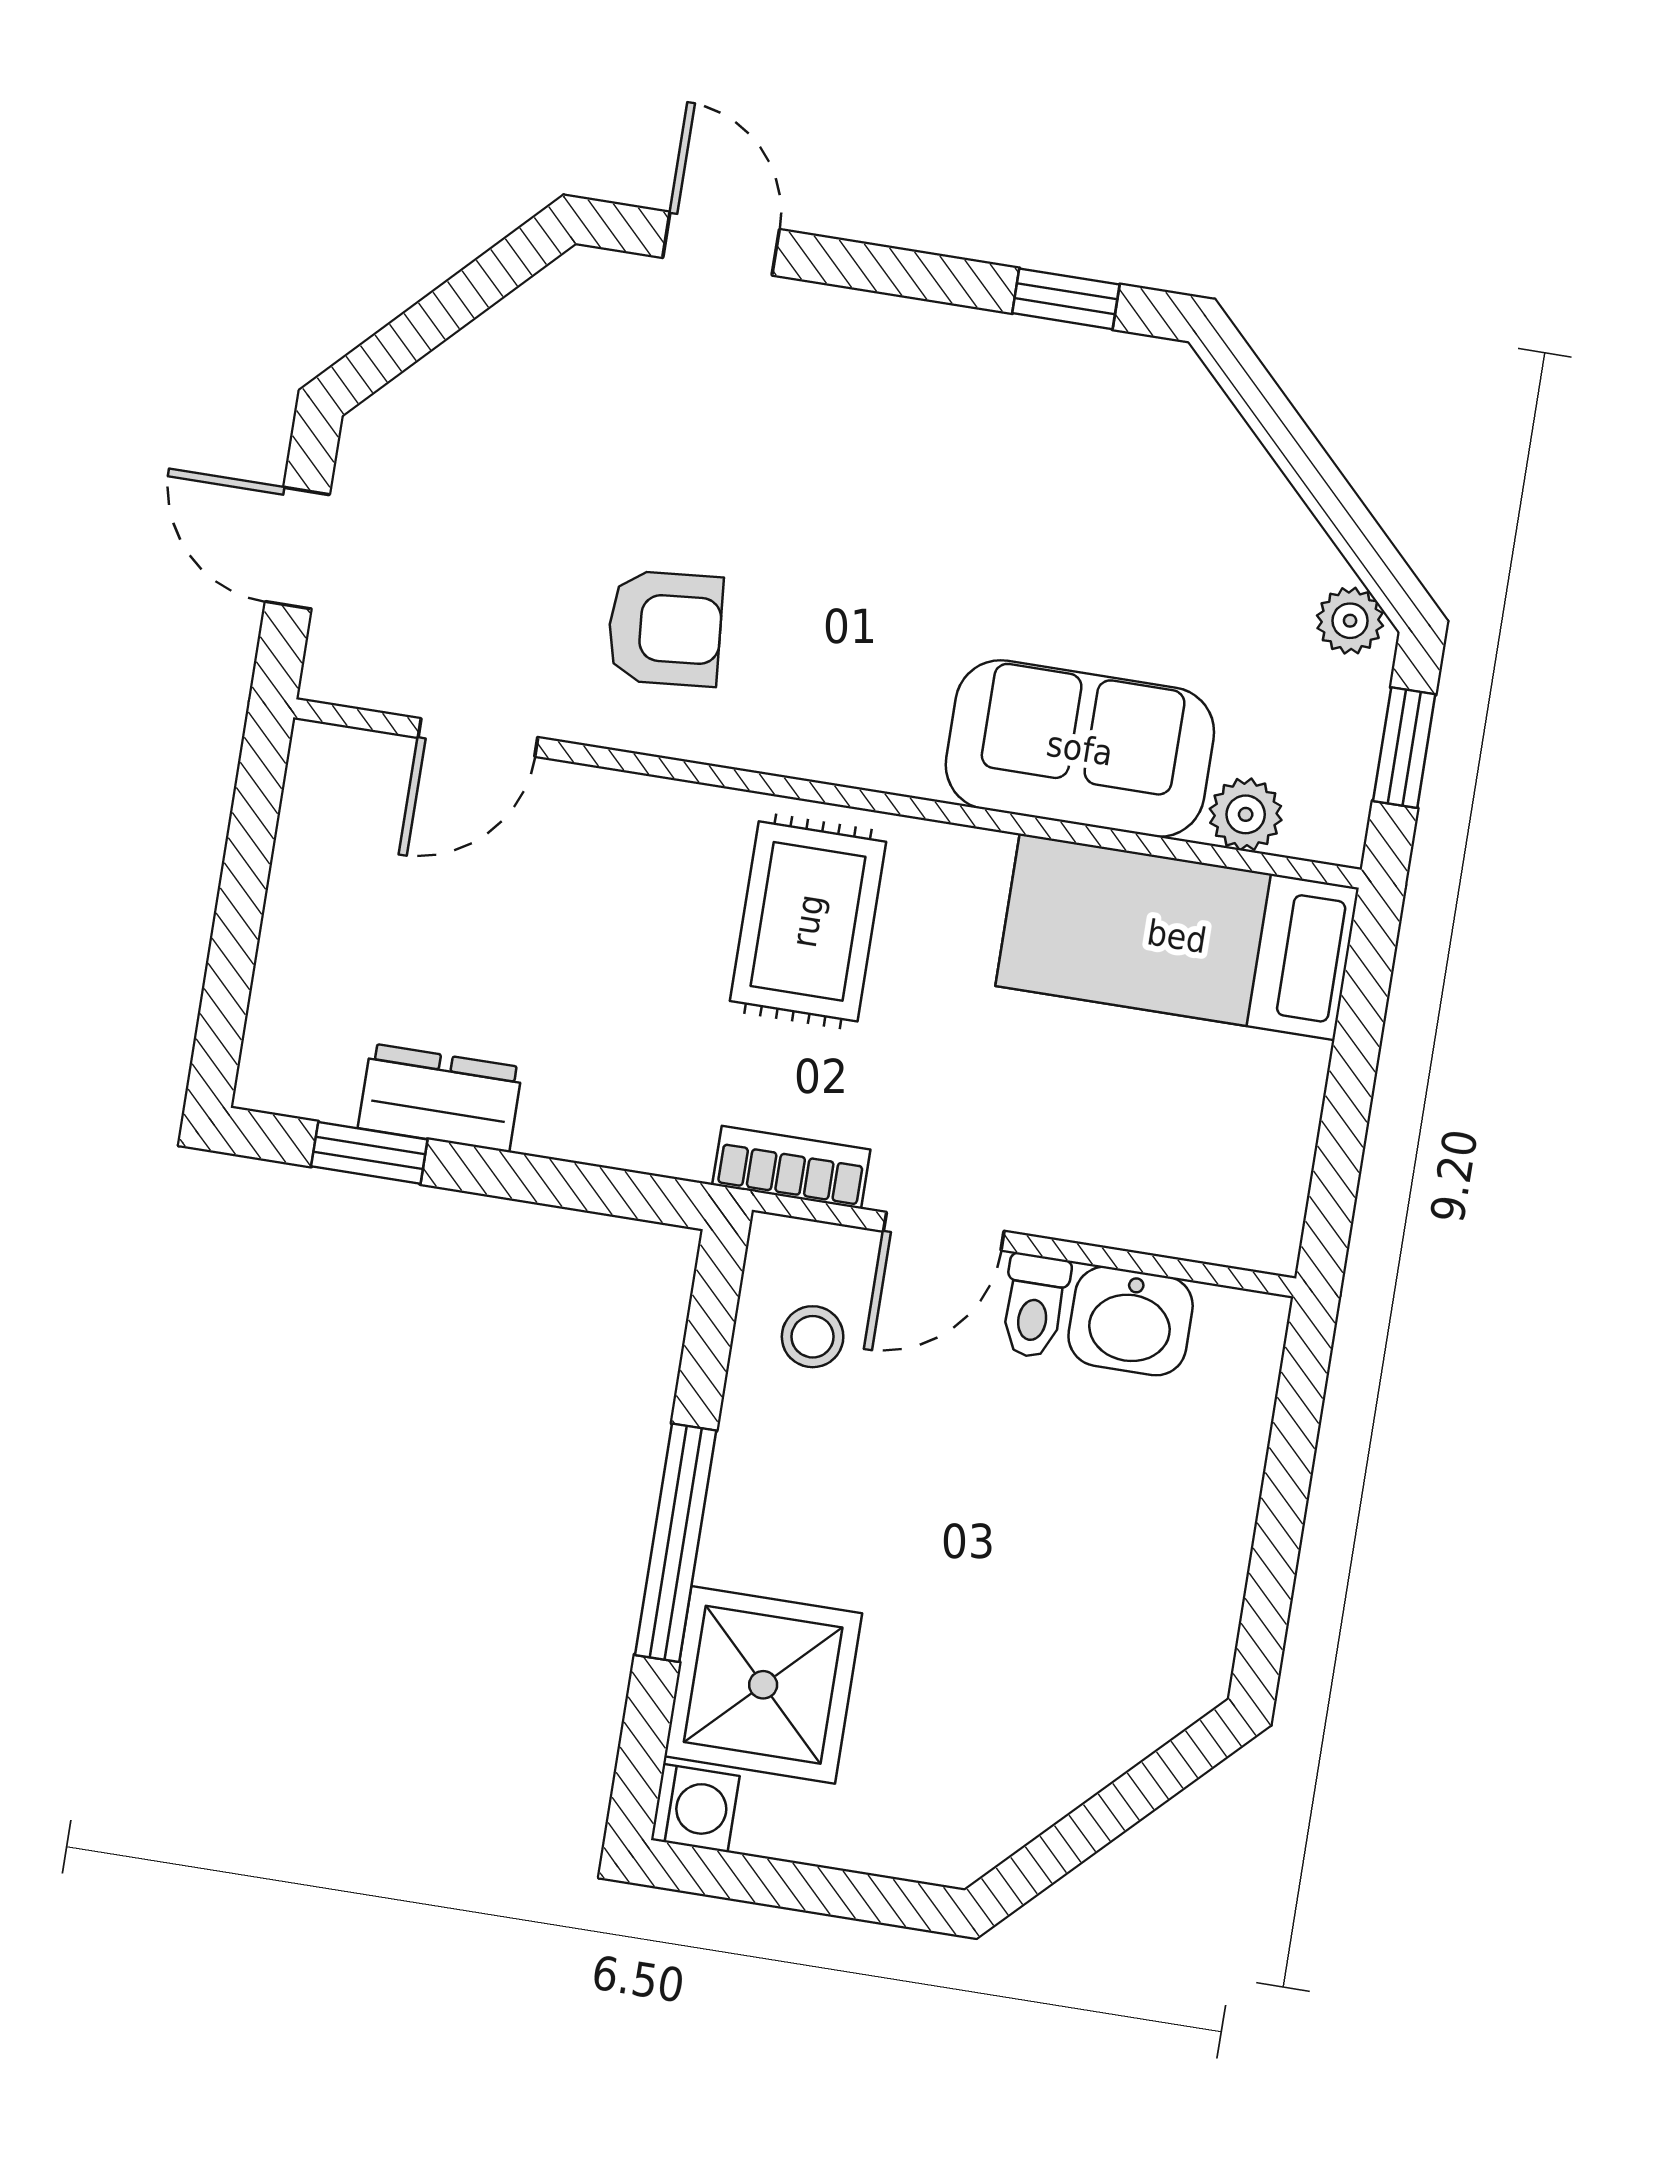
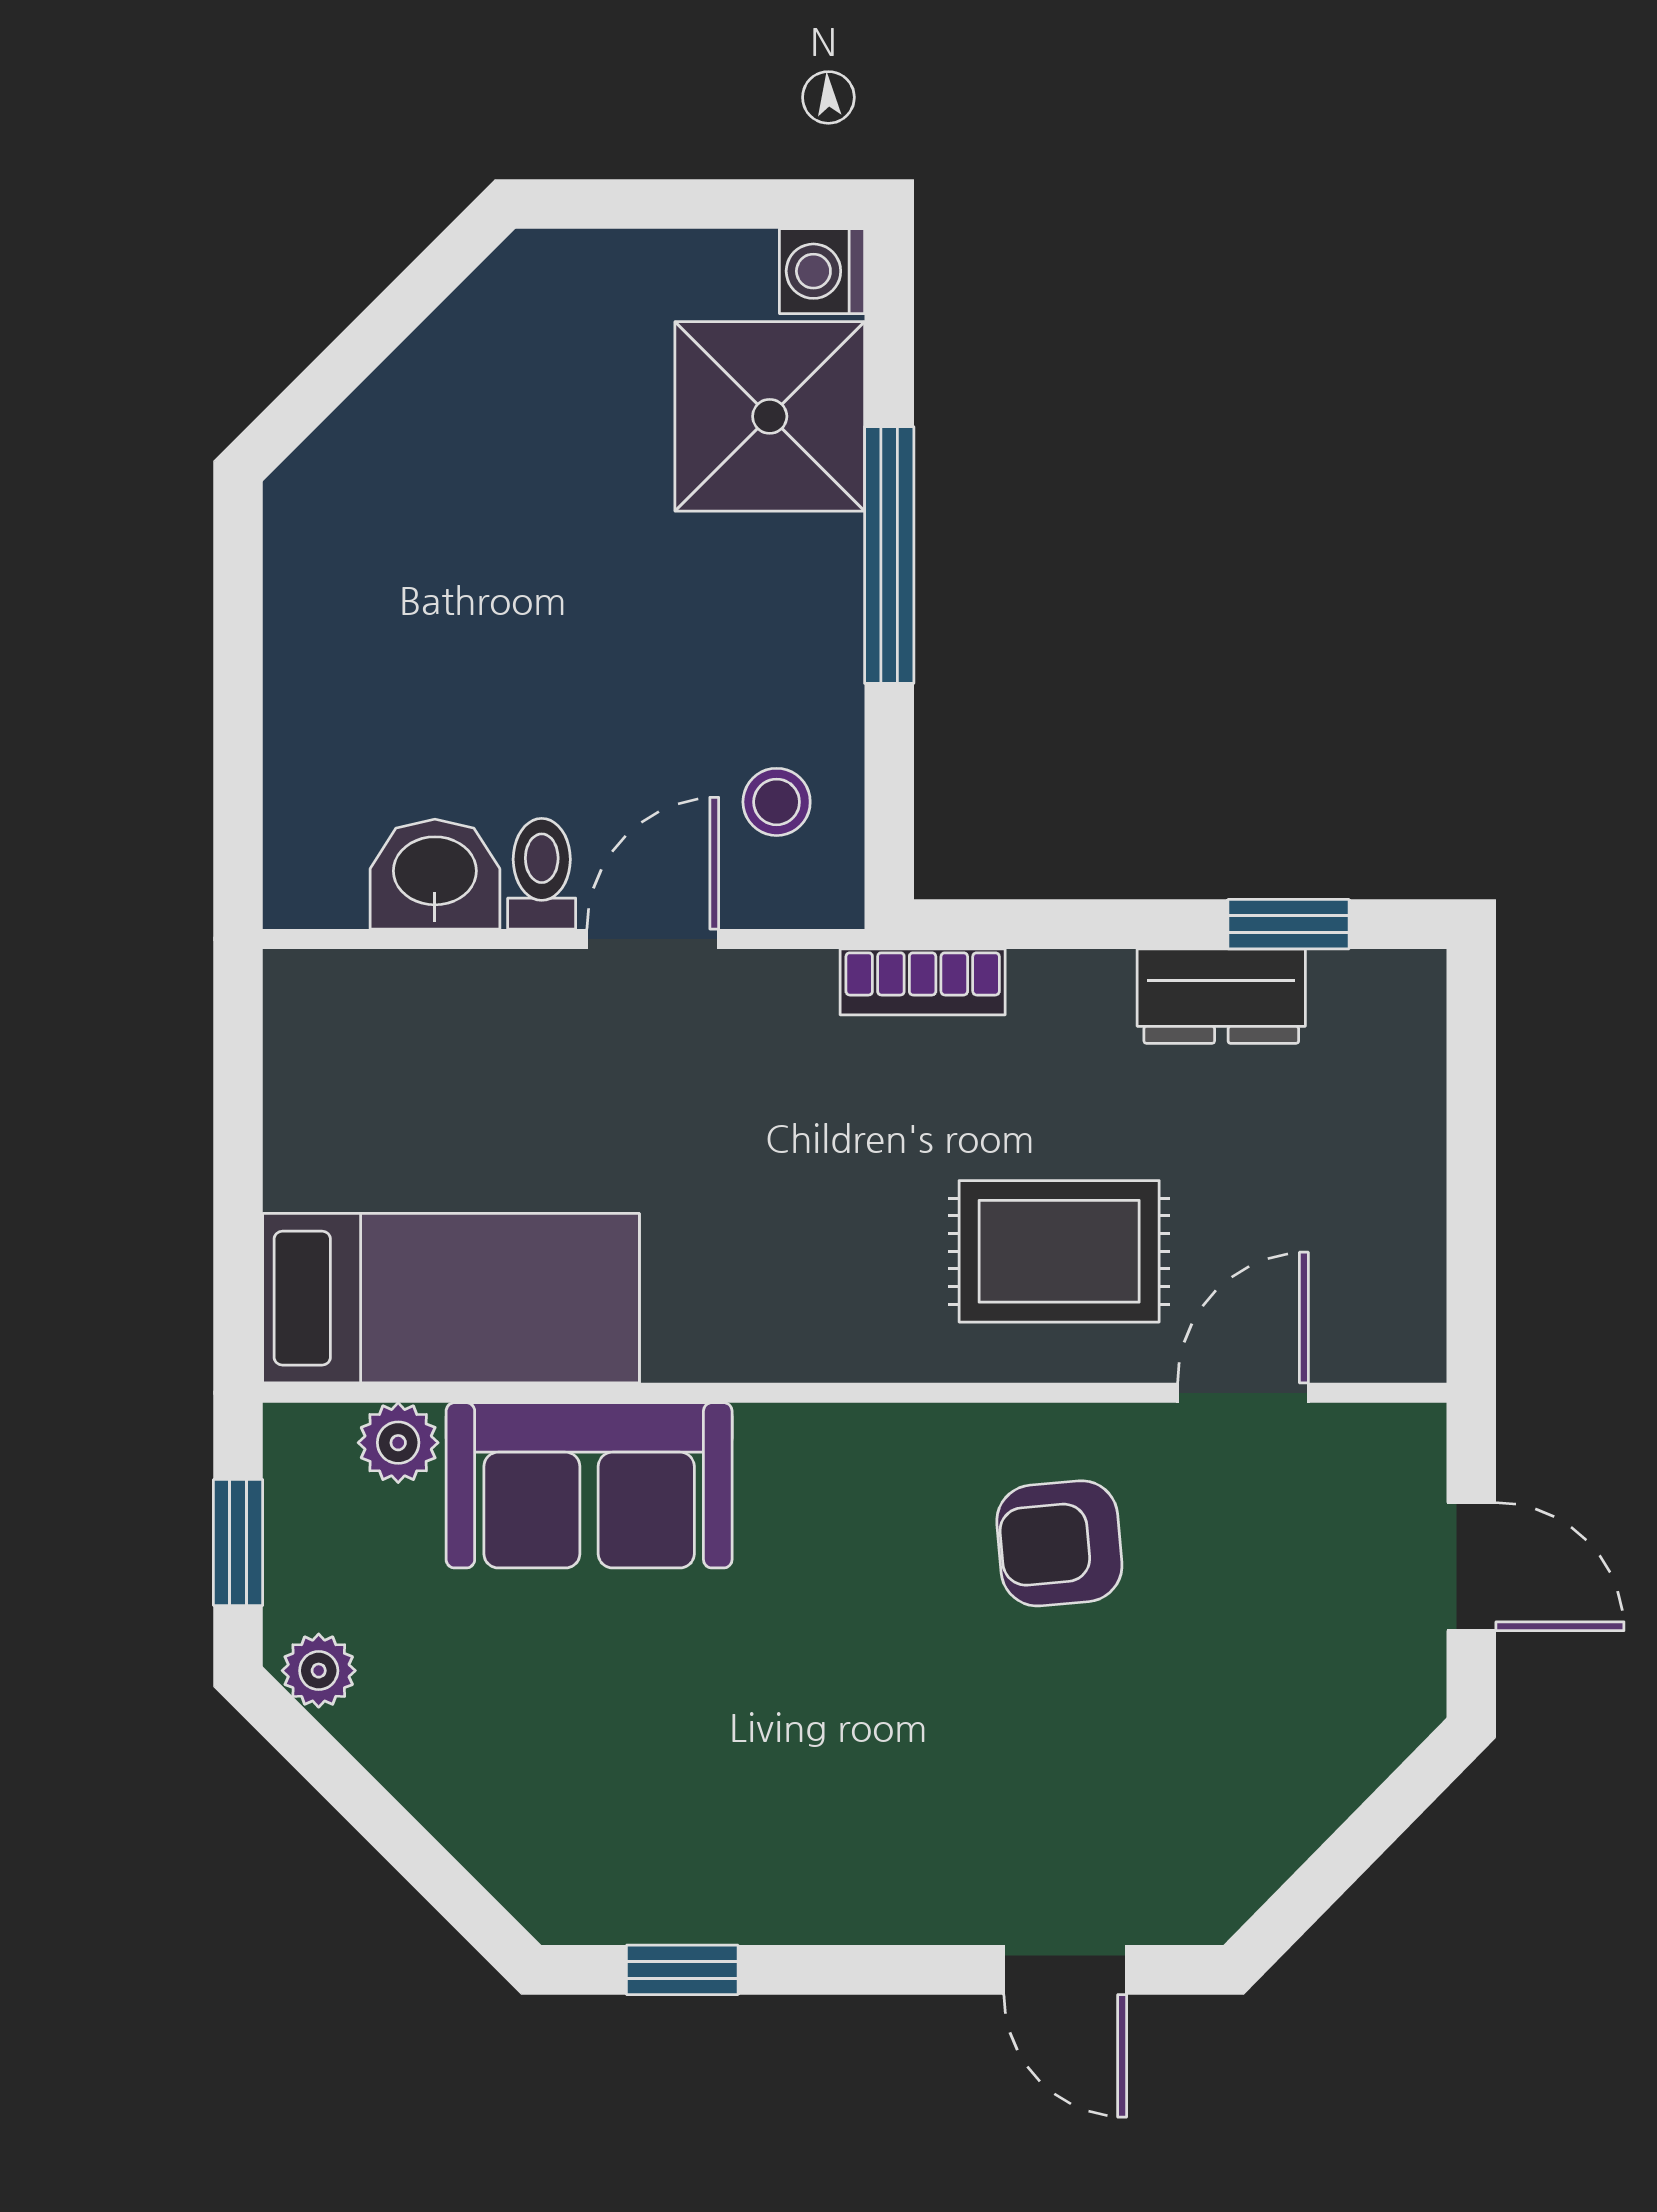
rug: (808, 921) -> (1059, 1251), moved, turned 90
bookcase: (791, 1167) -> (923, 982), moved

